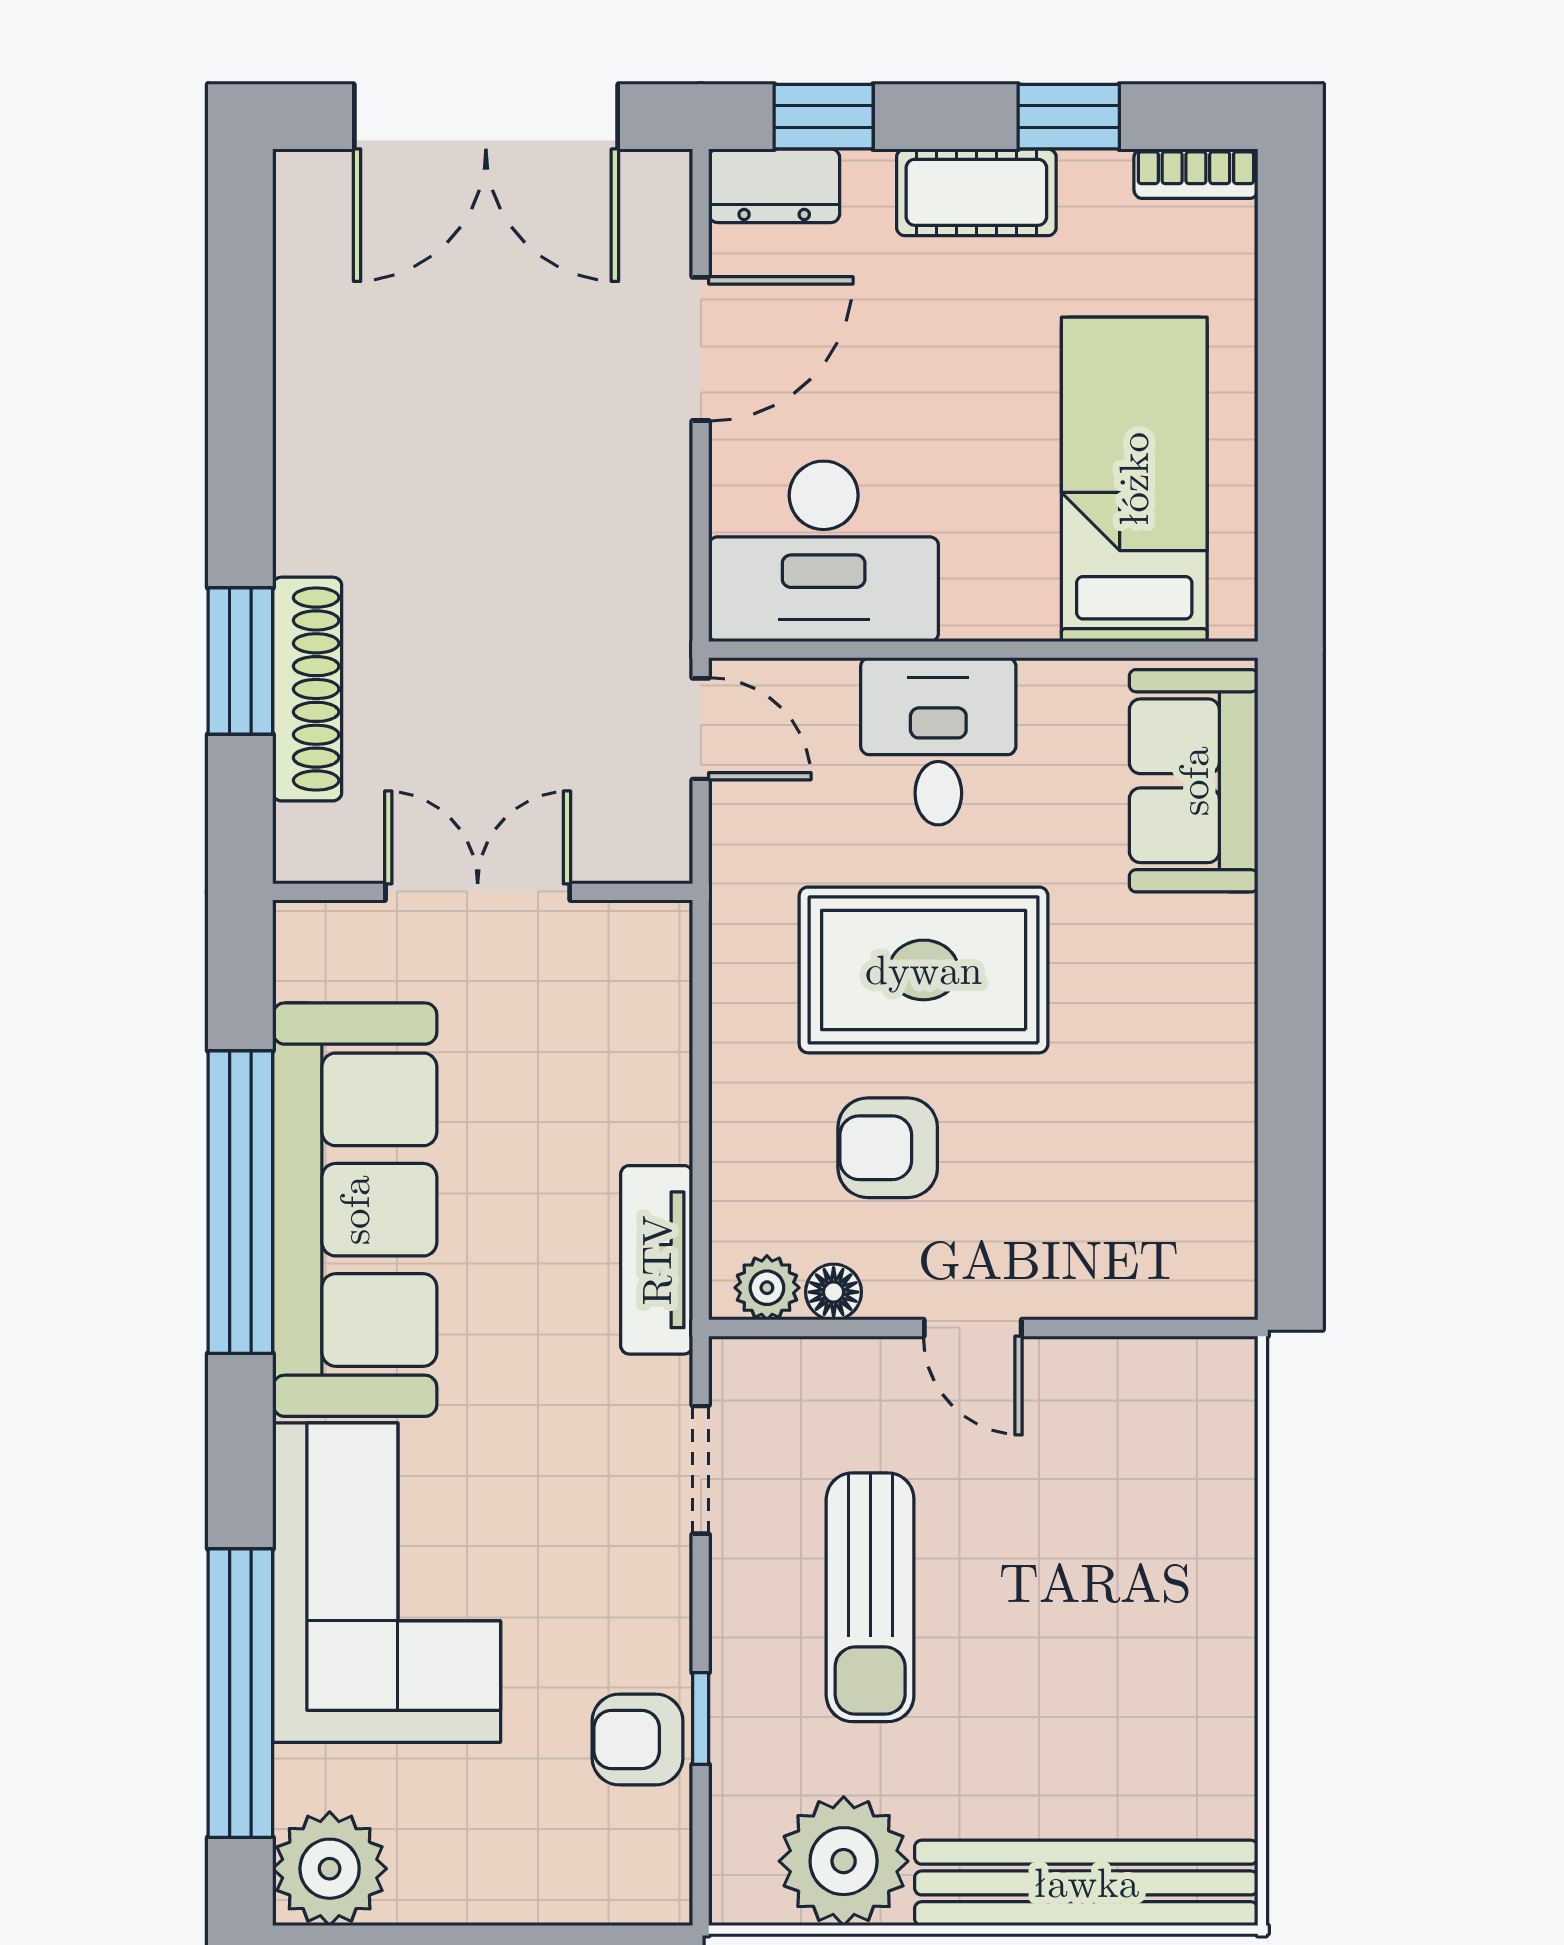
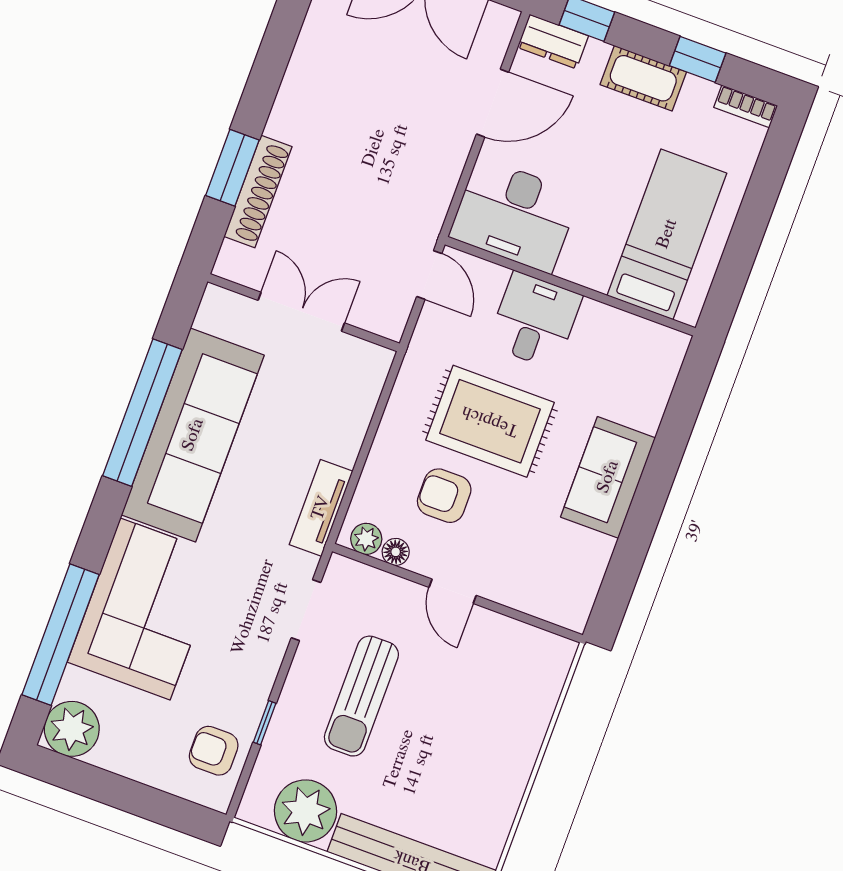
sofa: (1194, 781) -> (608, 477), moved
armchair: (638, 1739) -> (214, 751), moved

